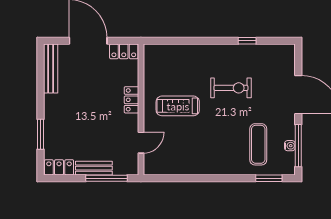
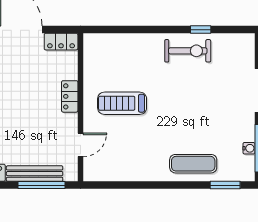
exercise bike: (231, 88) -> (188, 51), moved
exercise mat: (258, 144) -> (193, 164), moved, turned 90
bench: (94, 168) -> (35, 174), width x1.36

